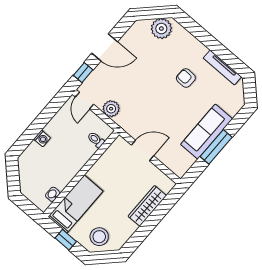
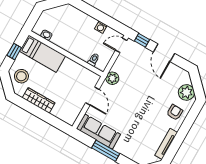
armchair: (186, 78) -> (175, 112), moved
plant: (111, 109) -> (112, 78), moved
sofa: (207, 132) -> (99, 132), moved
washing machine: (42, 138) -> (101, 27), moved
wardrobe: (147, 206) -> (39, 100), moved

